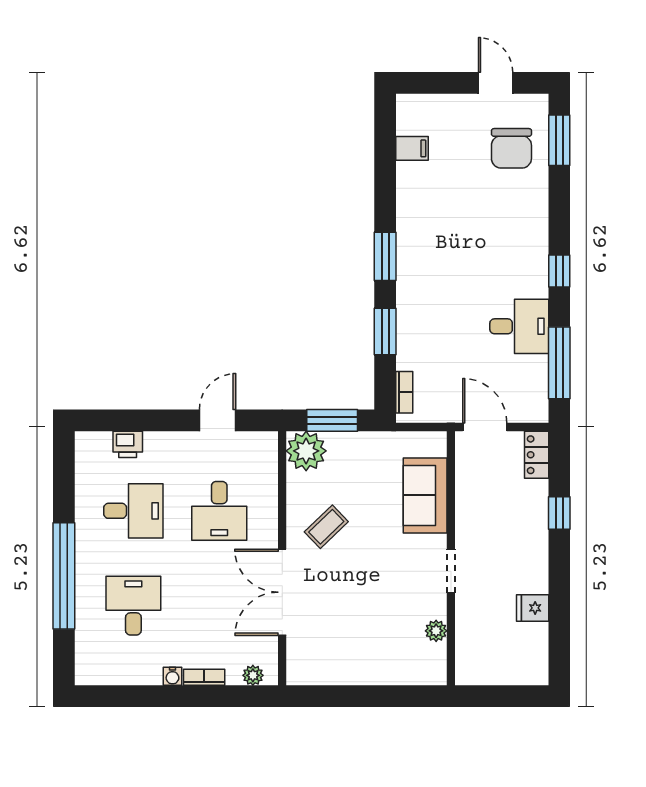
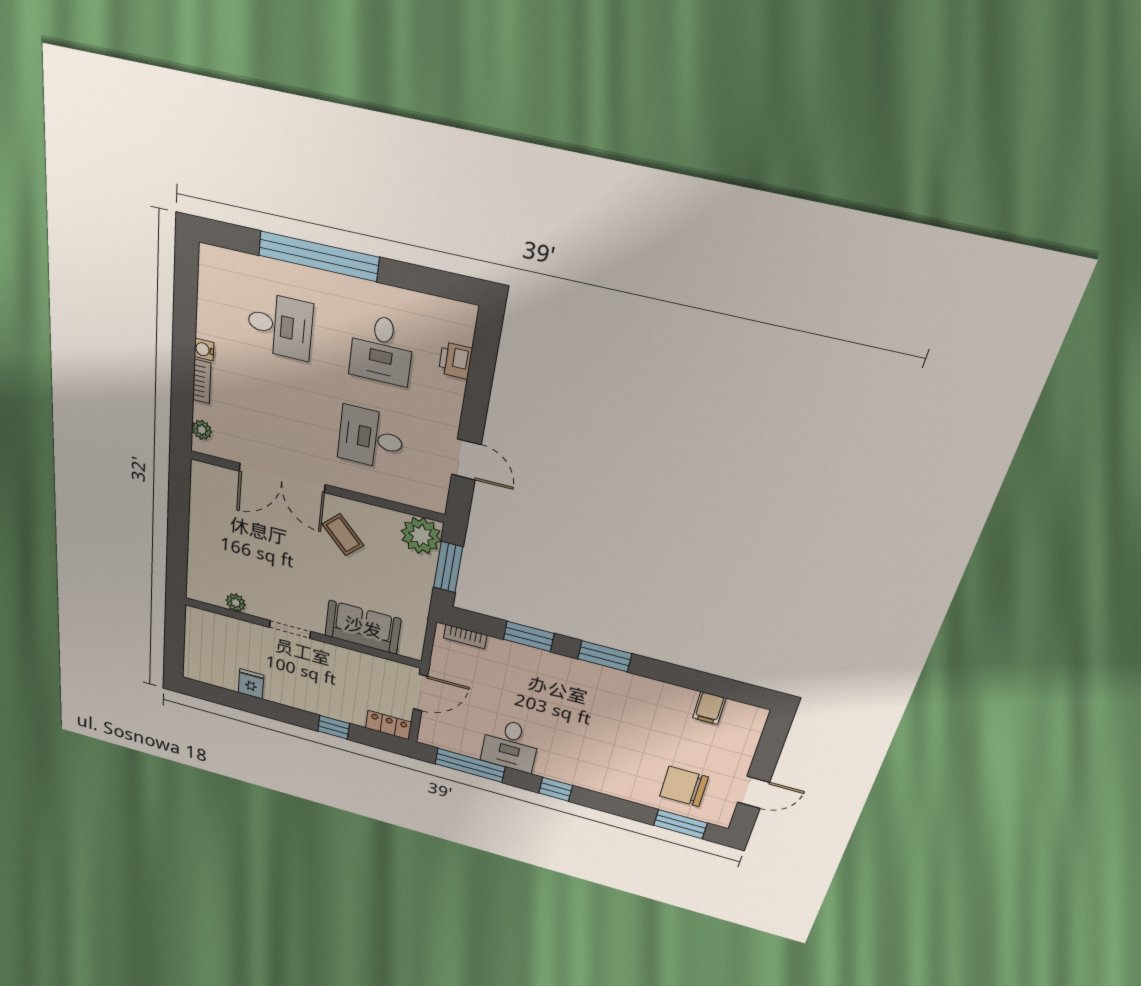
double door: (282, 592) -> (282, 478), swing flipped

